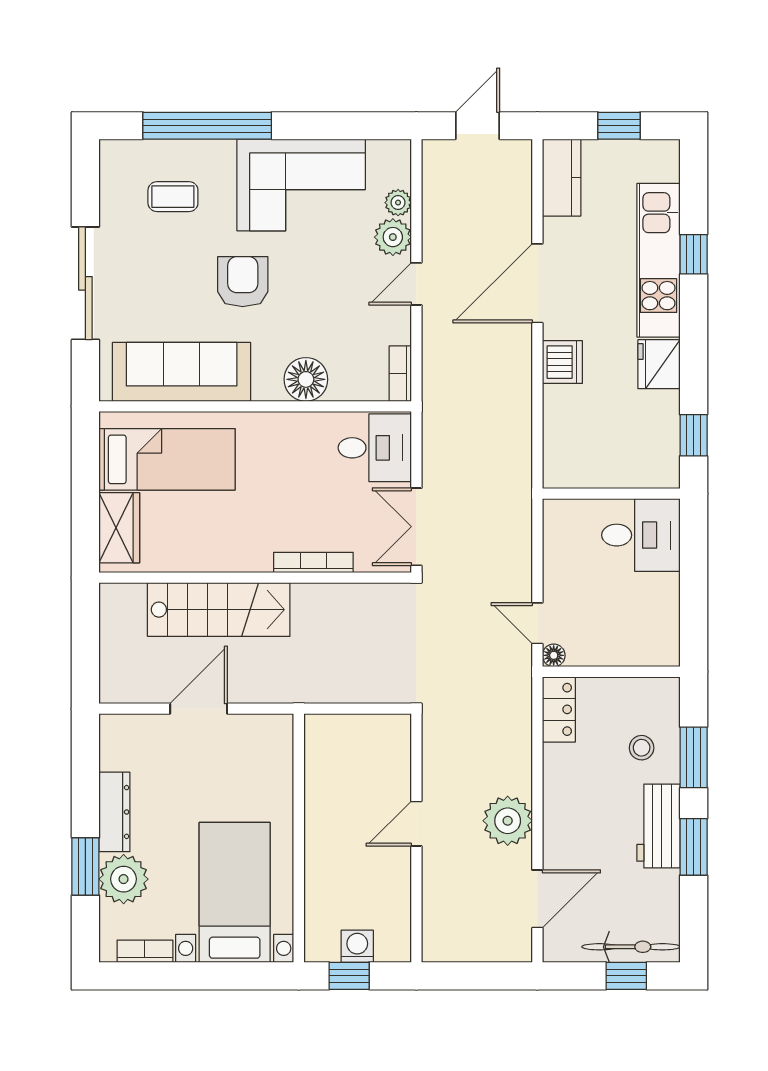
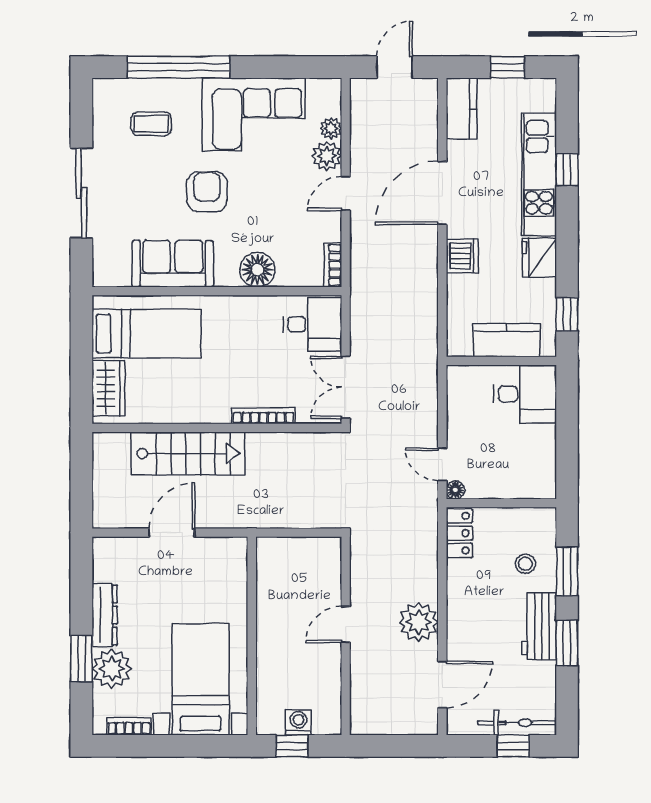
sofa: (182, 372) -> (173, 264), width x0.73
kitchen counter: (618, 468) -> (507, 340), added

